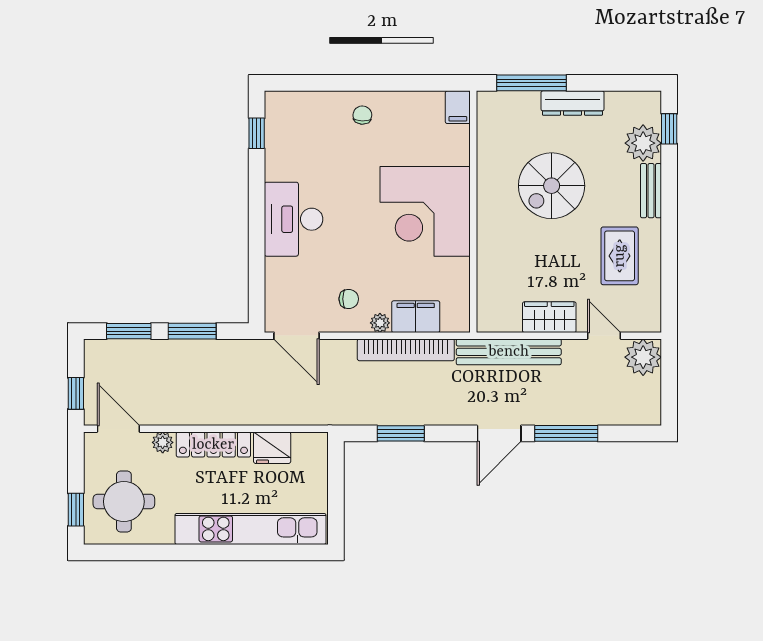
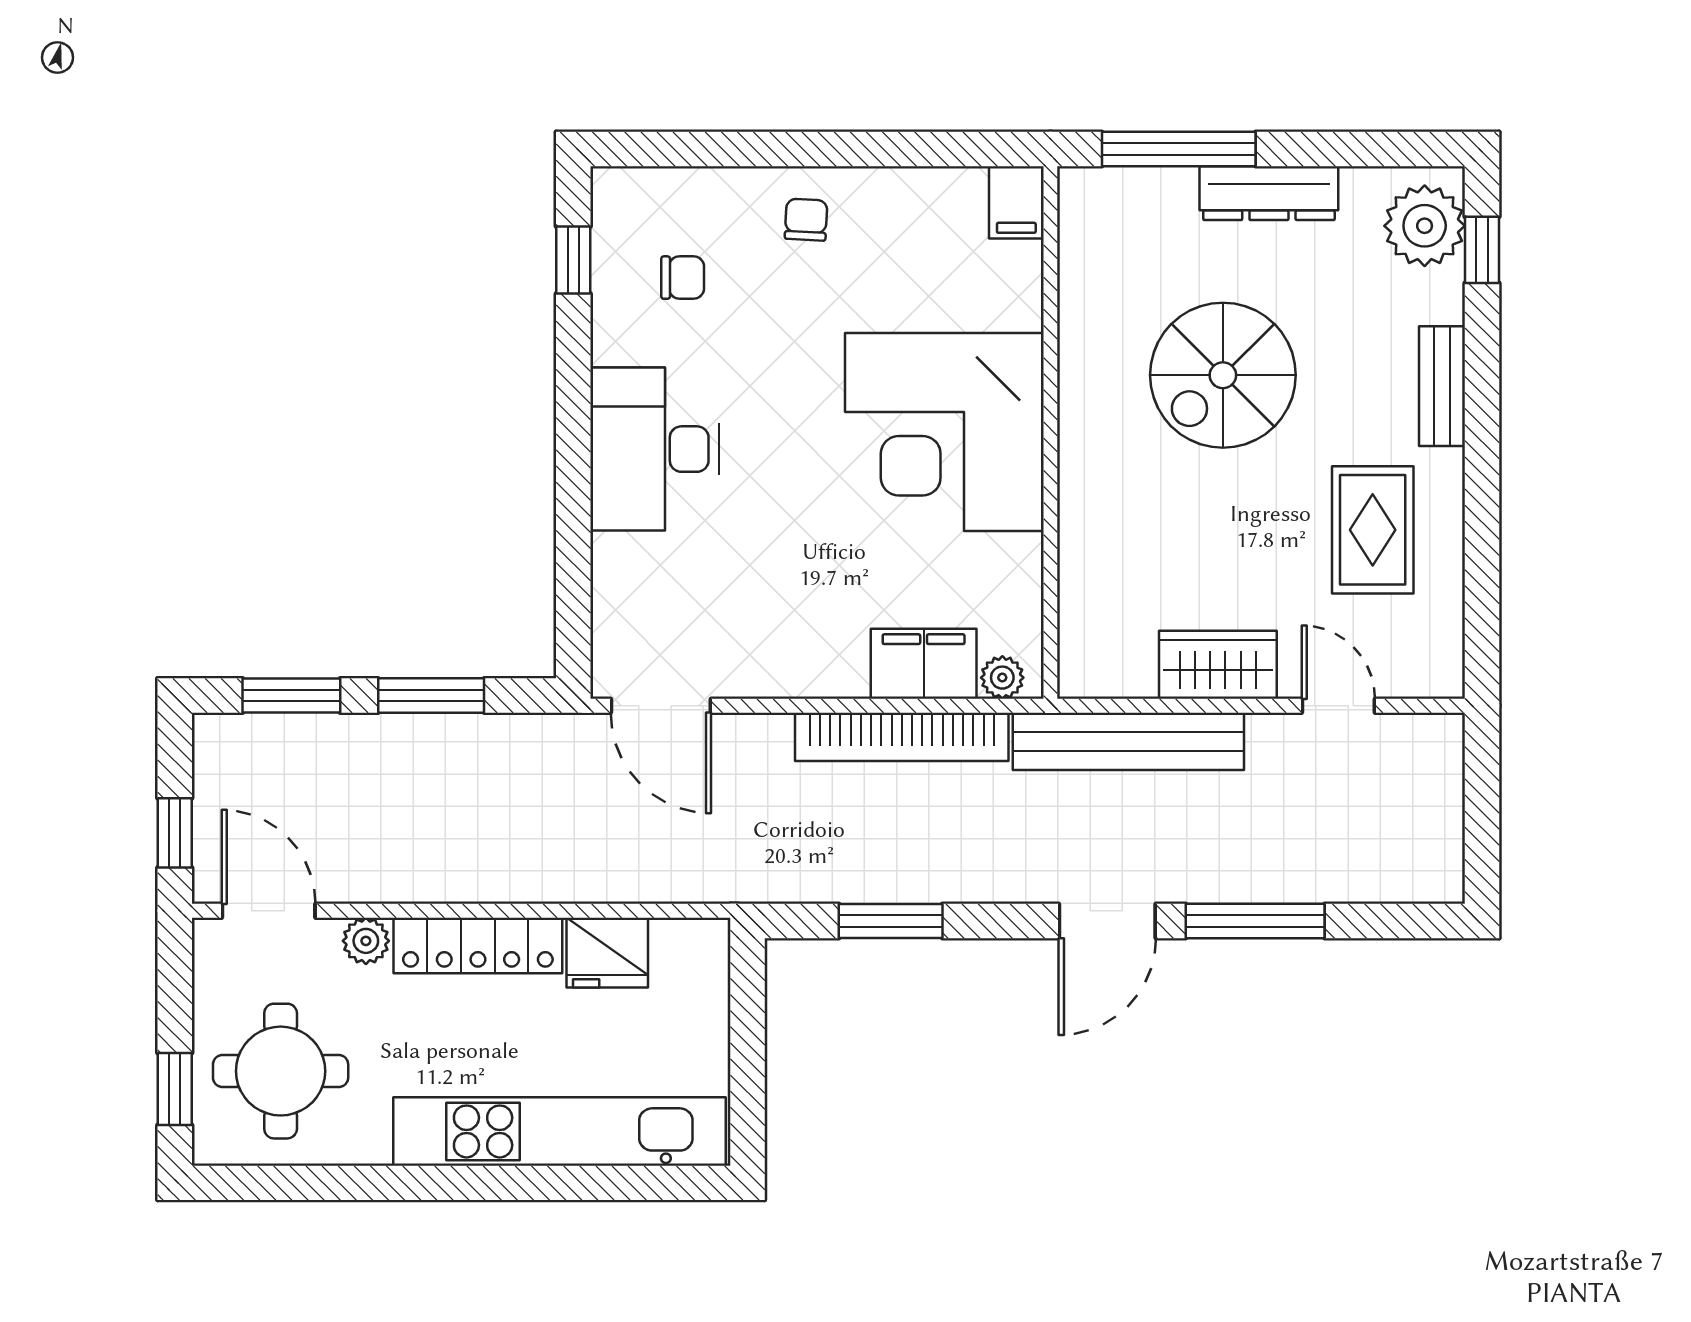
plant: (643, 143) -> (1425, 226), moved
chair: (349, 299) -> (683, 278), moved
plant: (380, 323) -> (1002, 678), moved
plant: (643, 357) -> (1424, 753), removed

